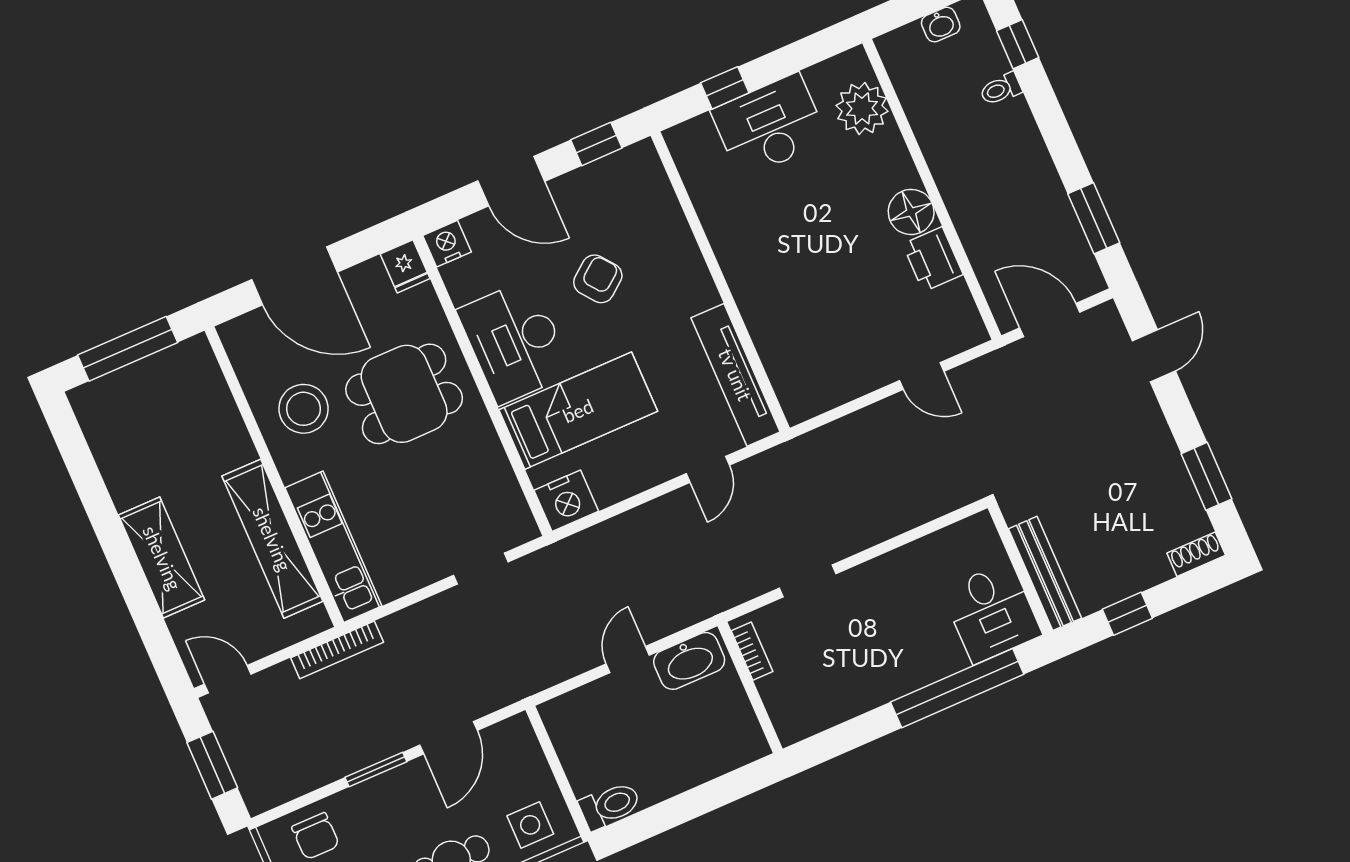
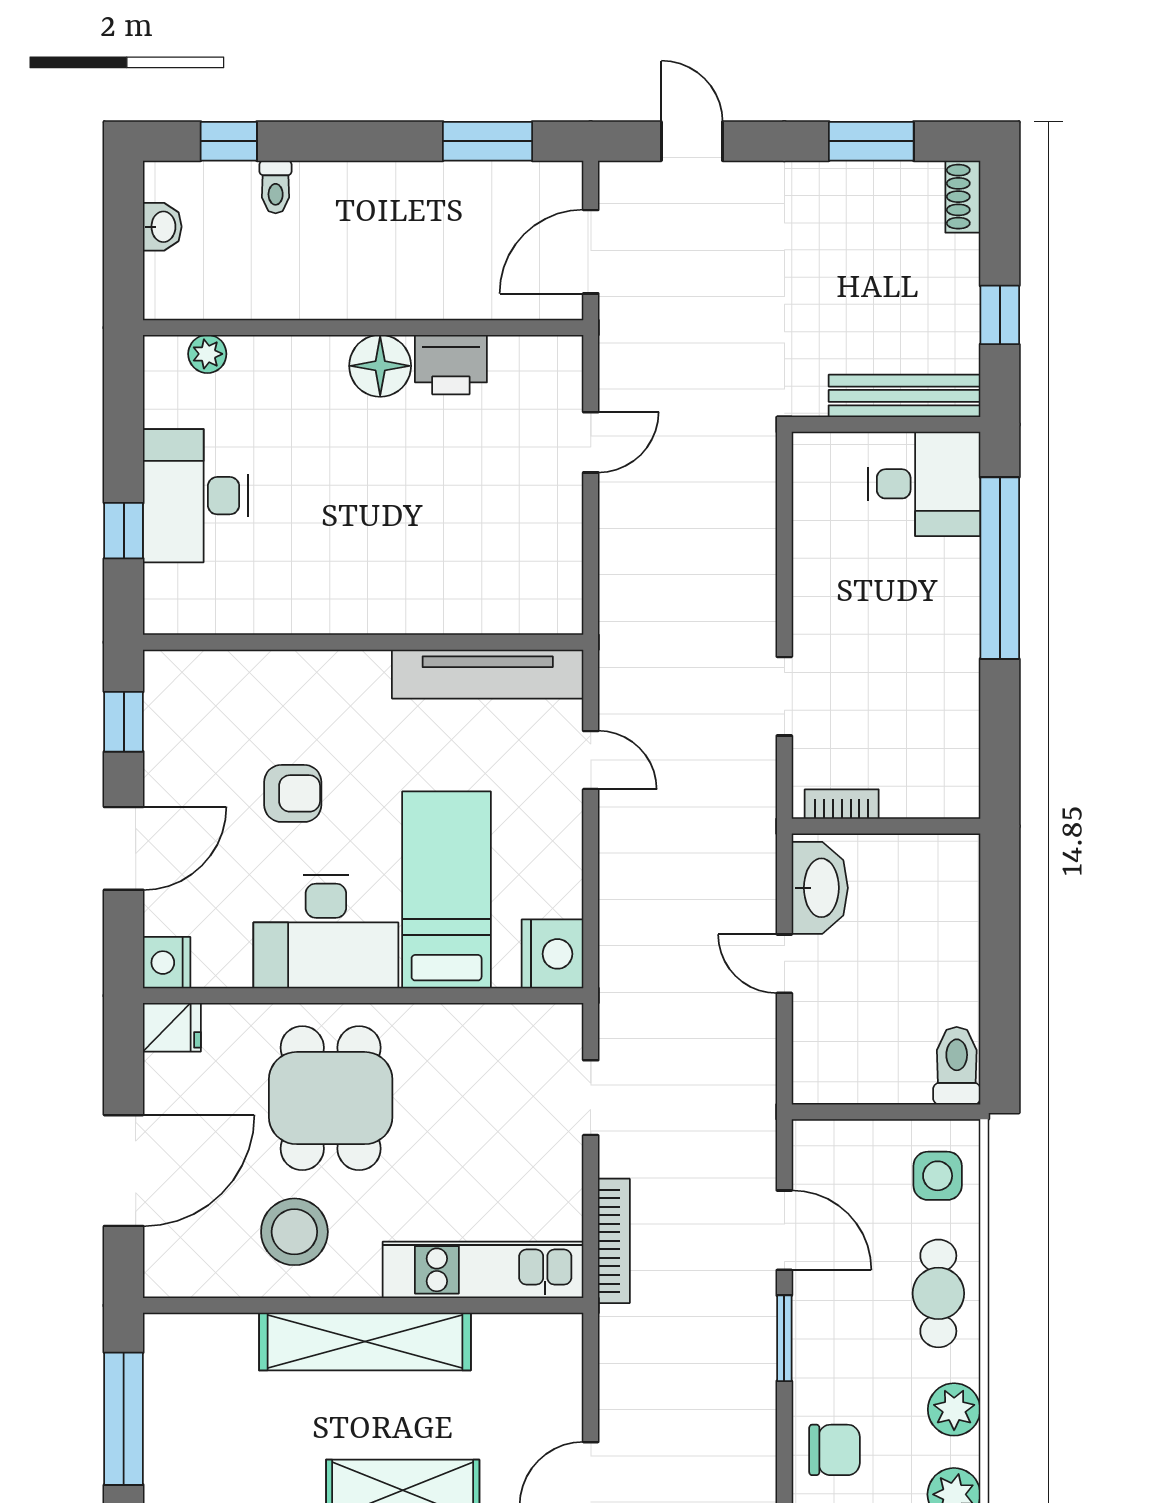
plant: (862, 108) -> (207, 354), width x0.53, depth x0.53
armchair: (598, 279) -> (293, 793), turned 128
shelving: (272, 539) -> (365, 1342), moved
bookcase: (337, 650) -> (614, 1241), moved

